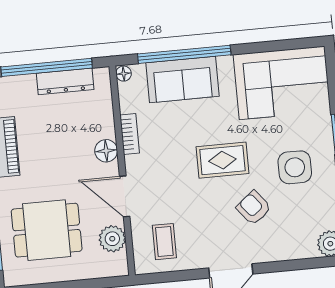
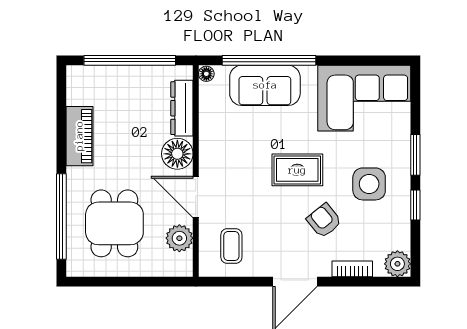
dresser: (65, 81) -> (182, 108), moved, turned 90
bookcase: (130, 134) -> (352, 269), moved, turned -90
floor lamp: (106, 151) -> (177, 154), width x1.38, depth x1.38
dining table: (47, 230) -> (114, 223), turned 90

